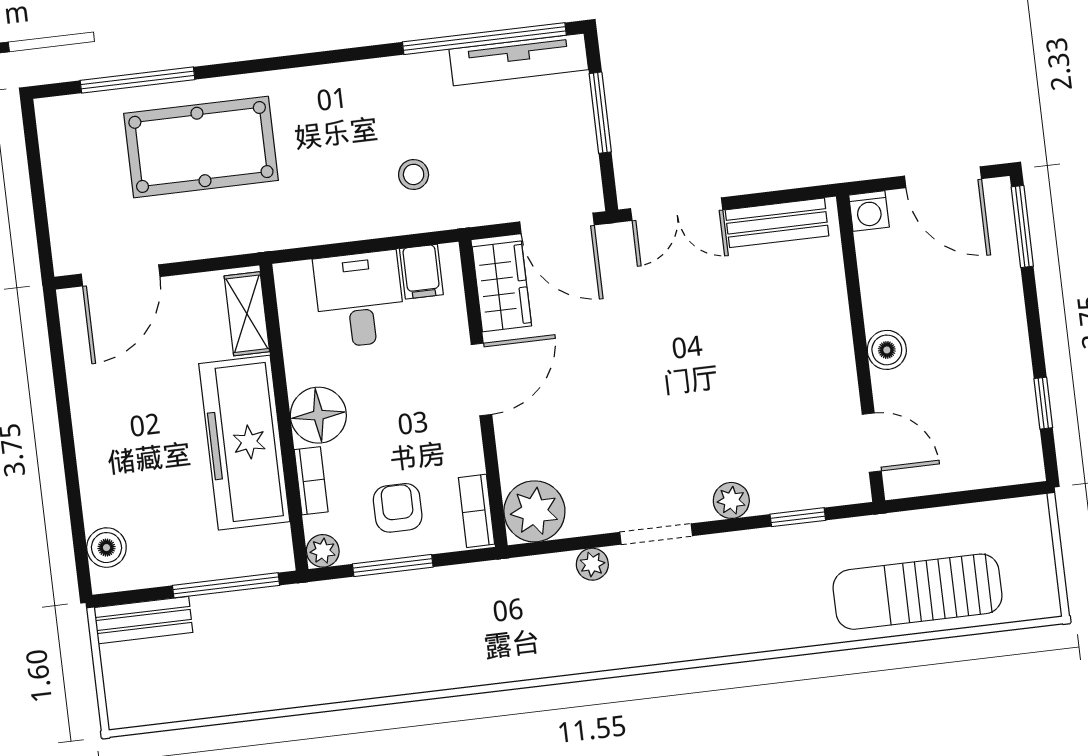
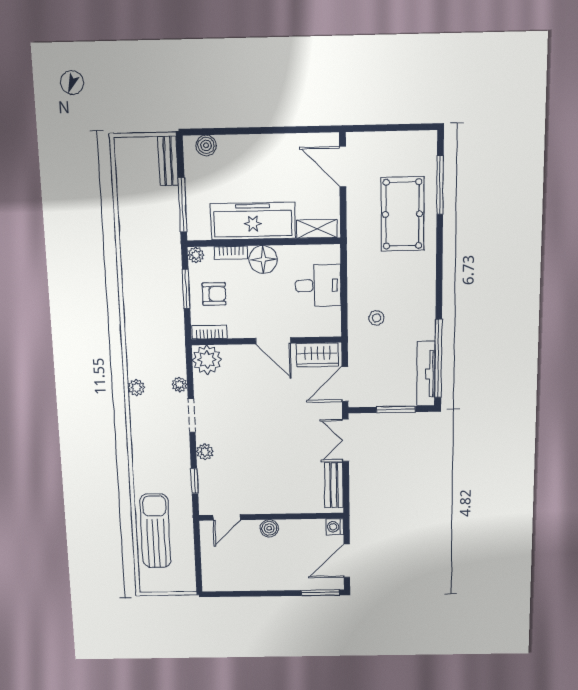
filing cabinet: (421, 272) -> (329, 317), removed
window: (1043, 403) -> (238, 594), removed
plant: (608, 653) -> (136, 388), added

